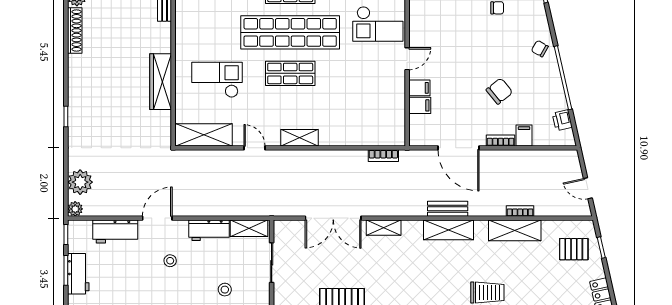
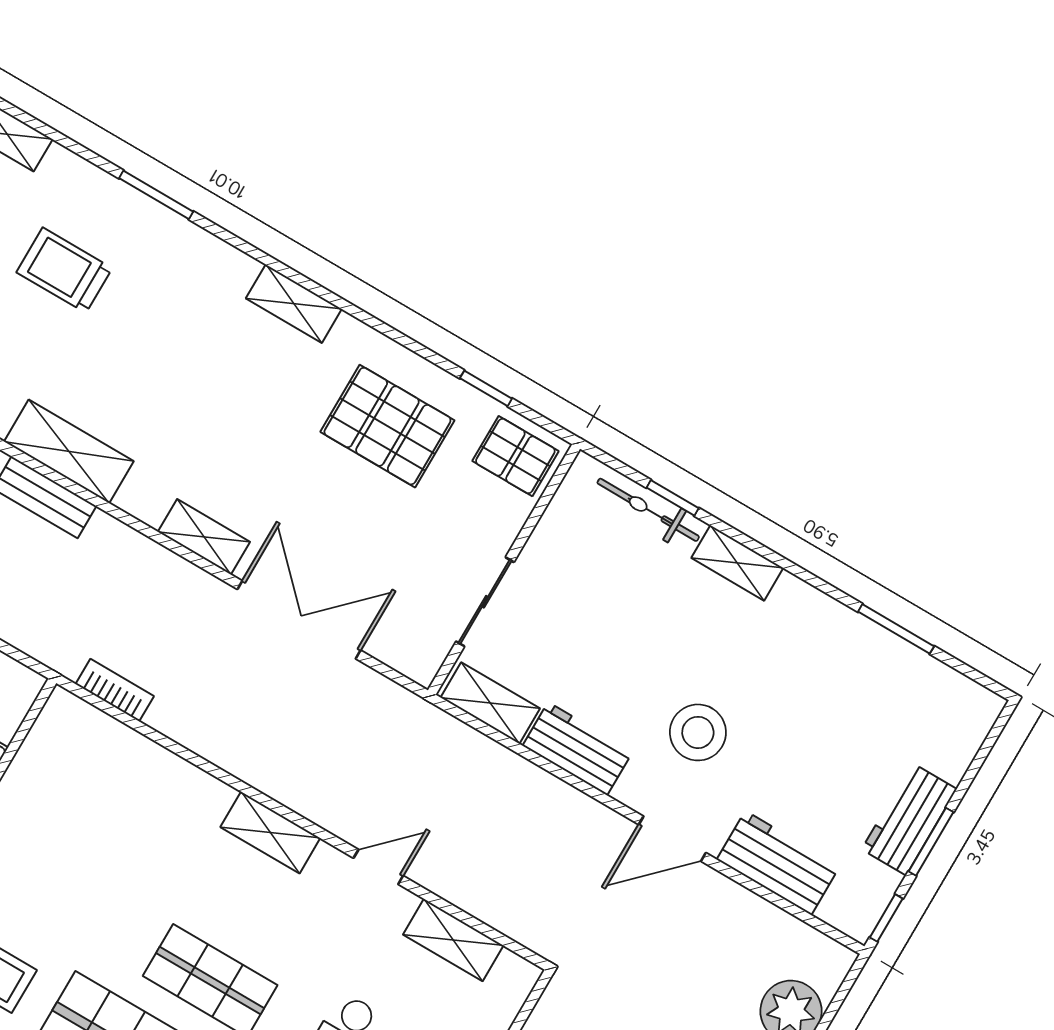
shelving: (204, 135) -> (453, 940), width x0.67, depth x0.75
door: (255, 148) -> (378, 867), swing flipped
plant: (75, 209) -> (835, 961), removed
stool: (170, 261) -> (698, 732), width x1.89, depth x1.89
stool: (225, 290) -> (618, 603), removed

